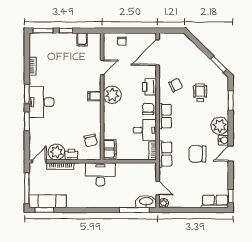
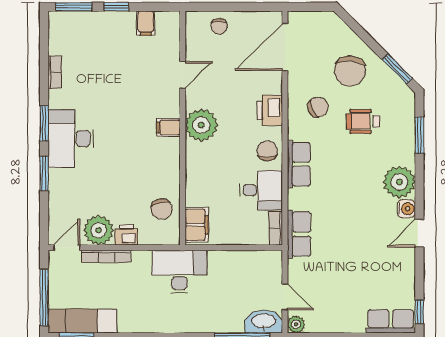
wheelchair: (200, 93) -> (363, 121), turned -90
chair: (197, 154) -> (350, 71), moved, turned -86

